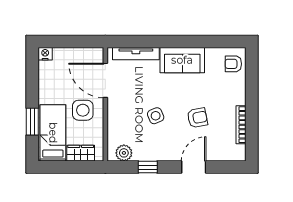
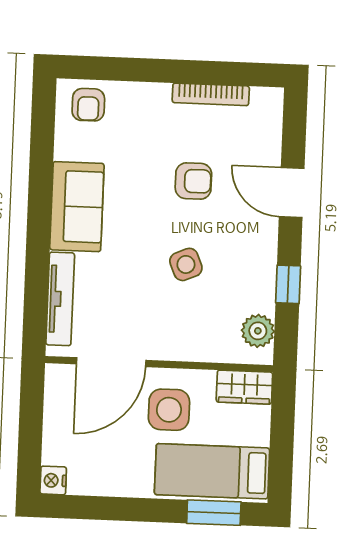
armchair: (197, 118) -> (193, 181), turned 101
window: (32, 122) -> (214, 513), moved
wardrobe: (81, 153) -> (244, 387), moved, turned -90

